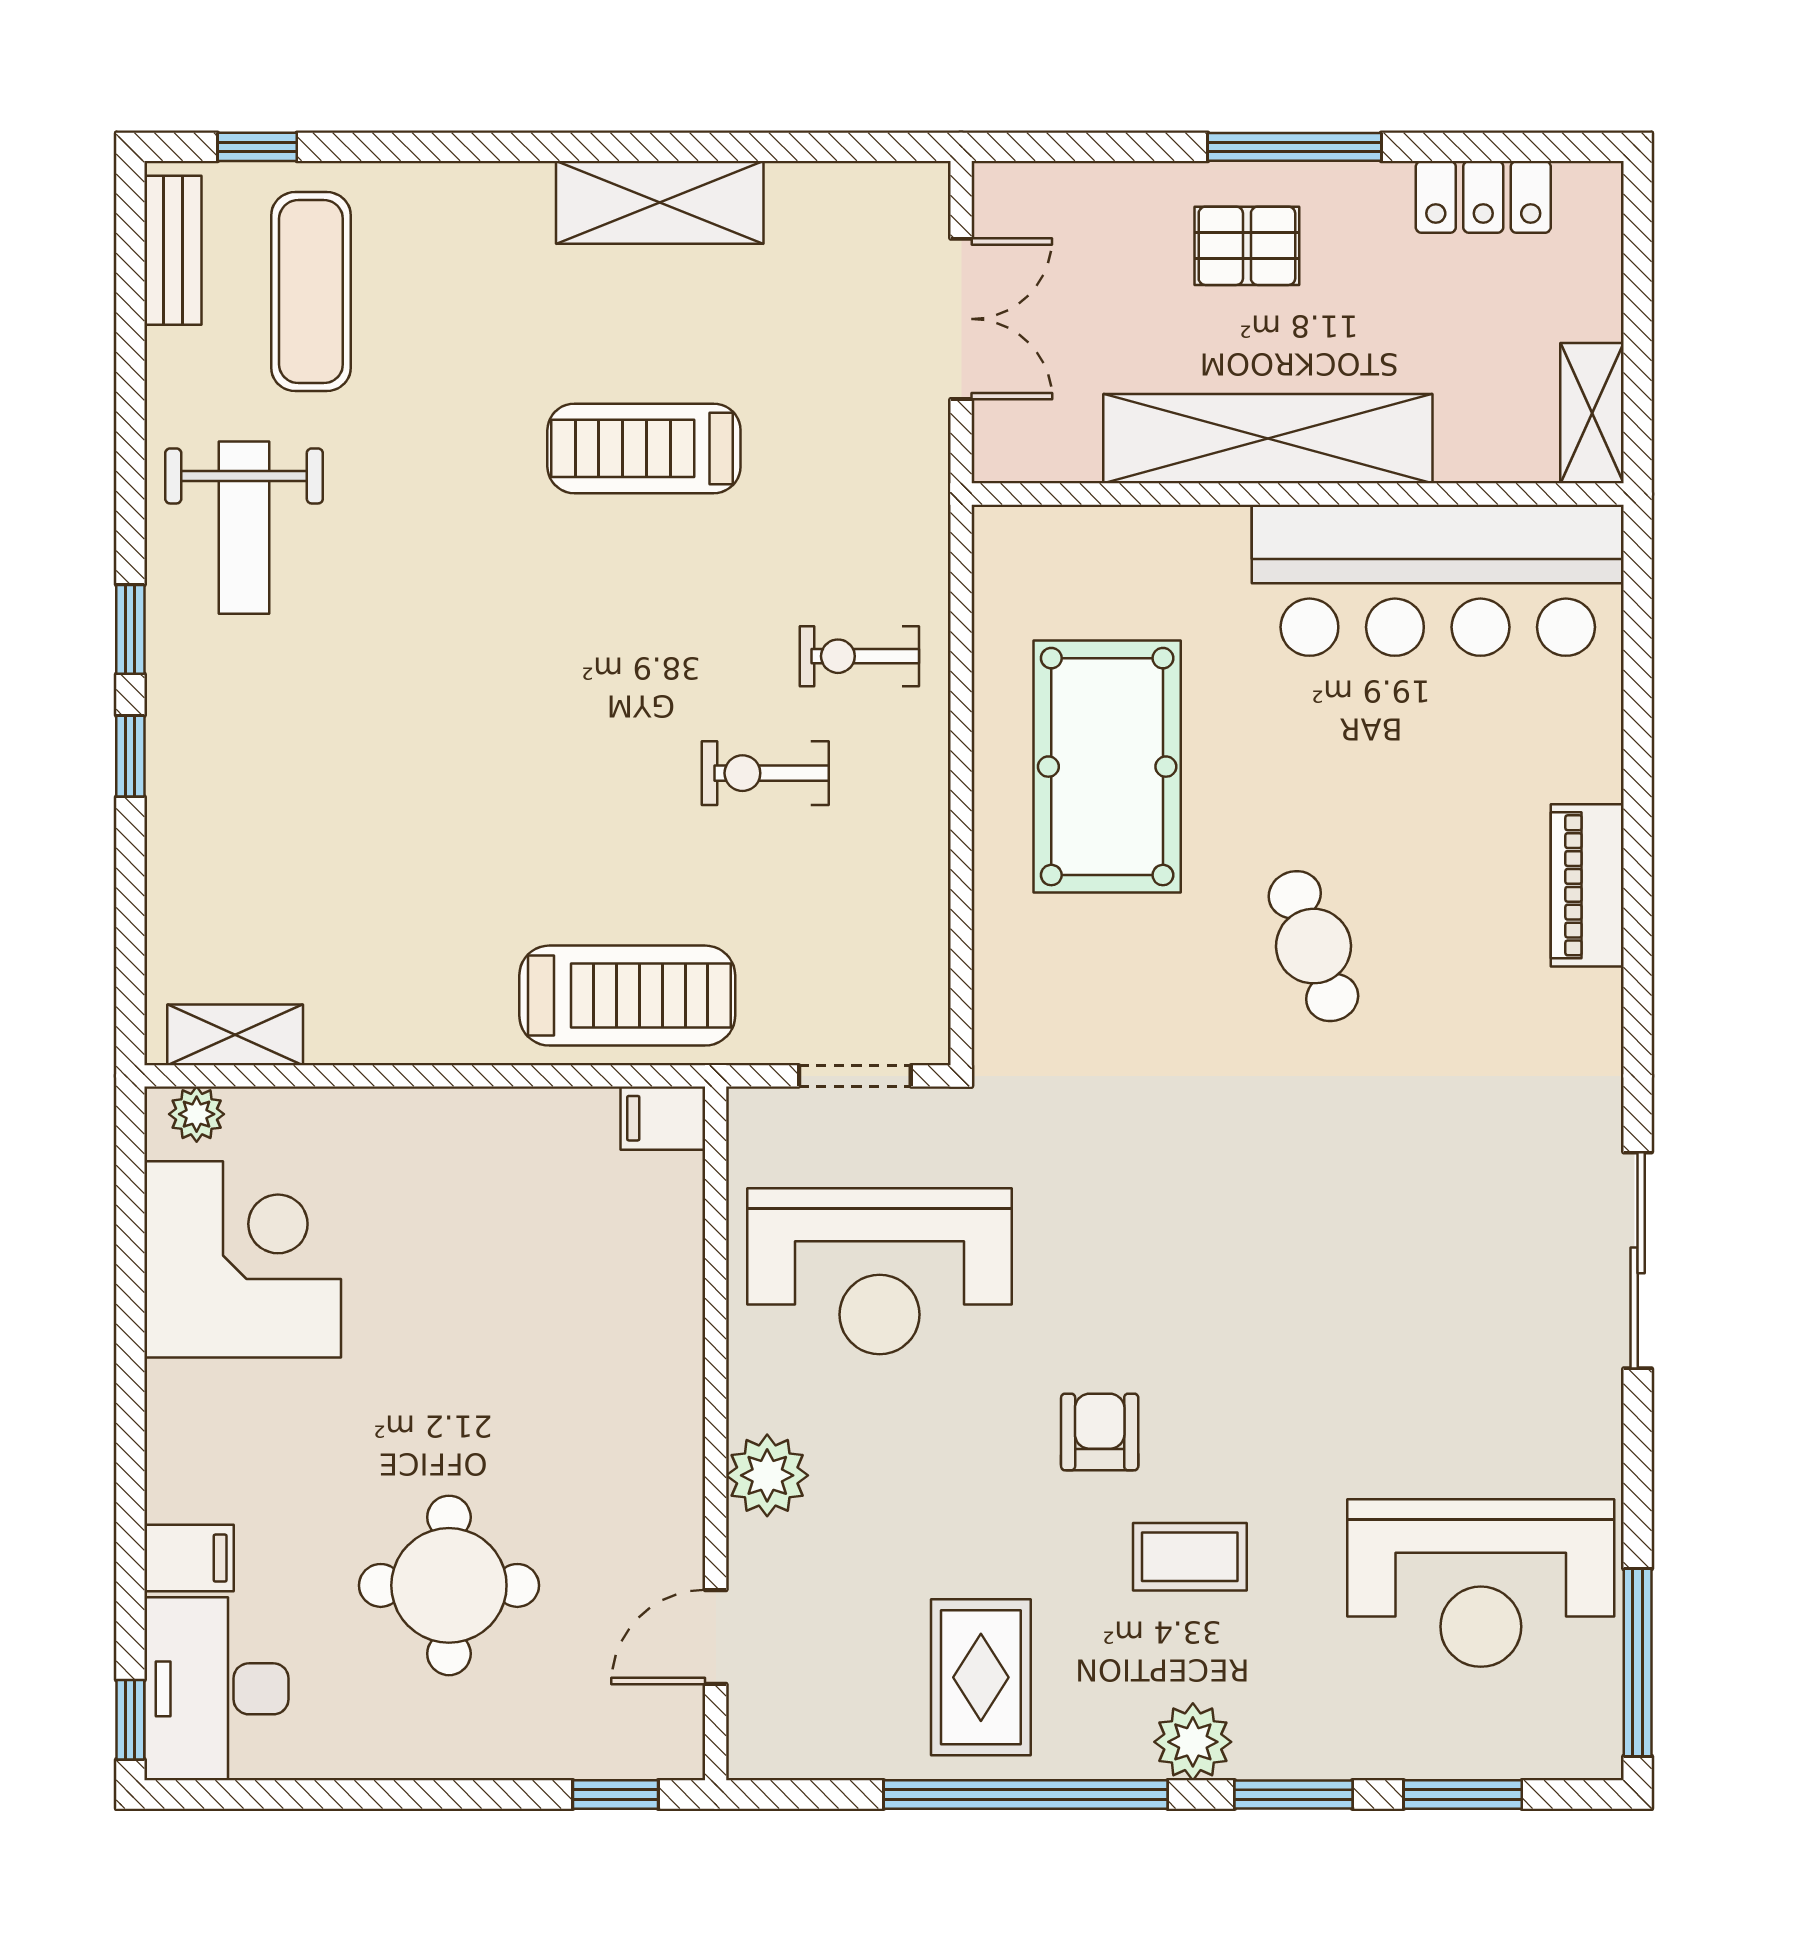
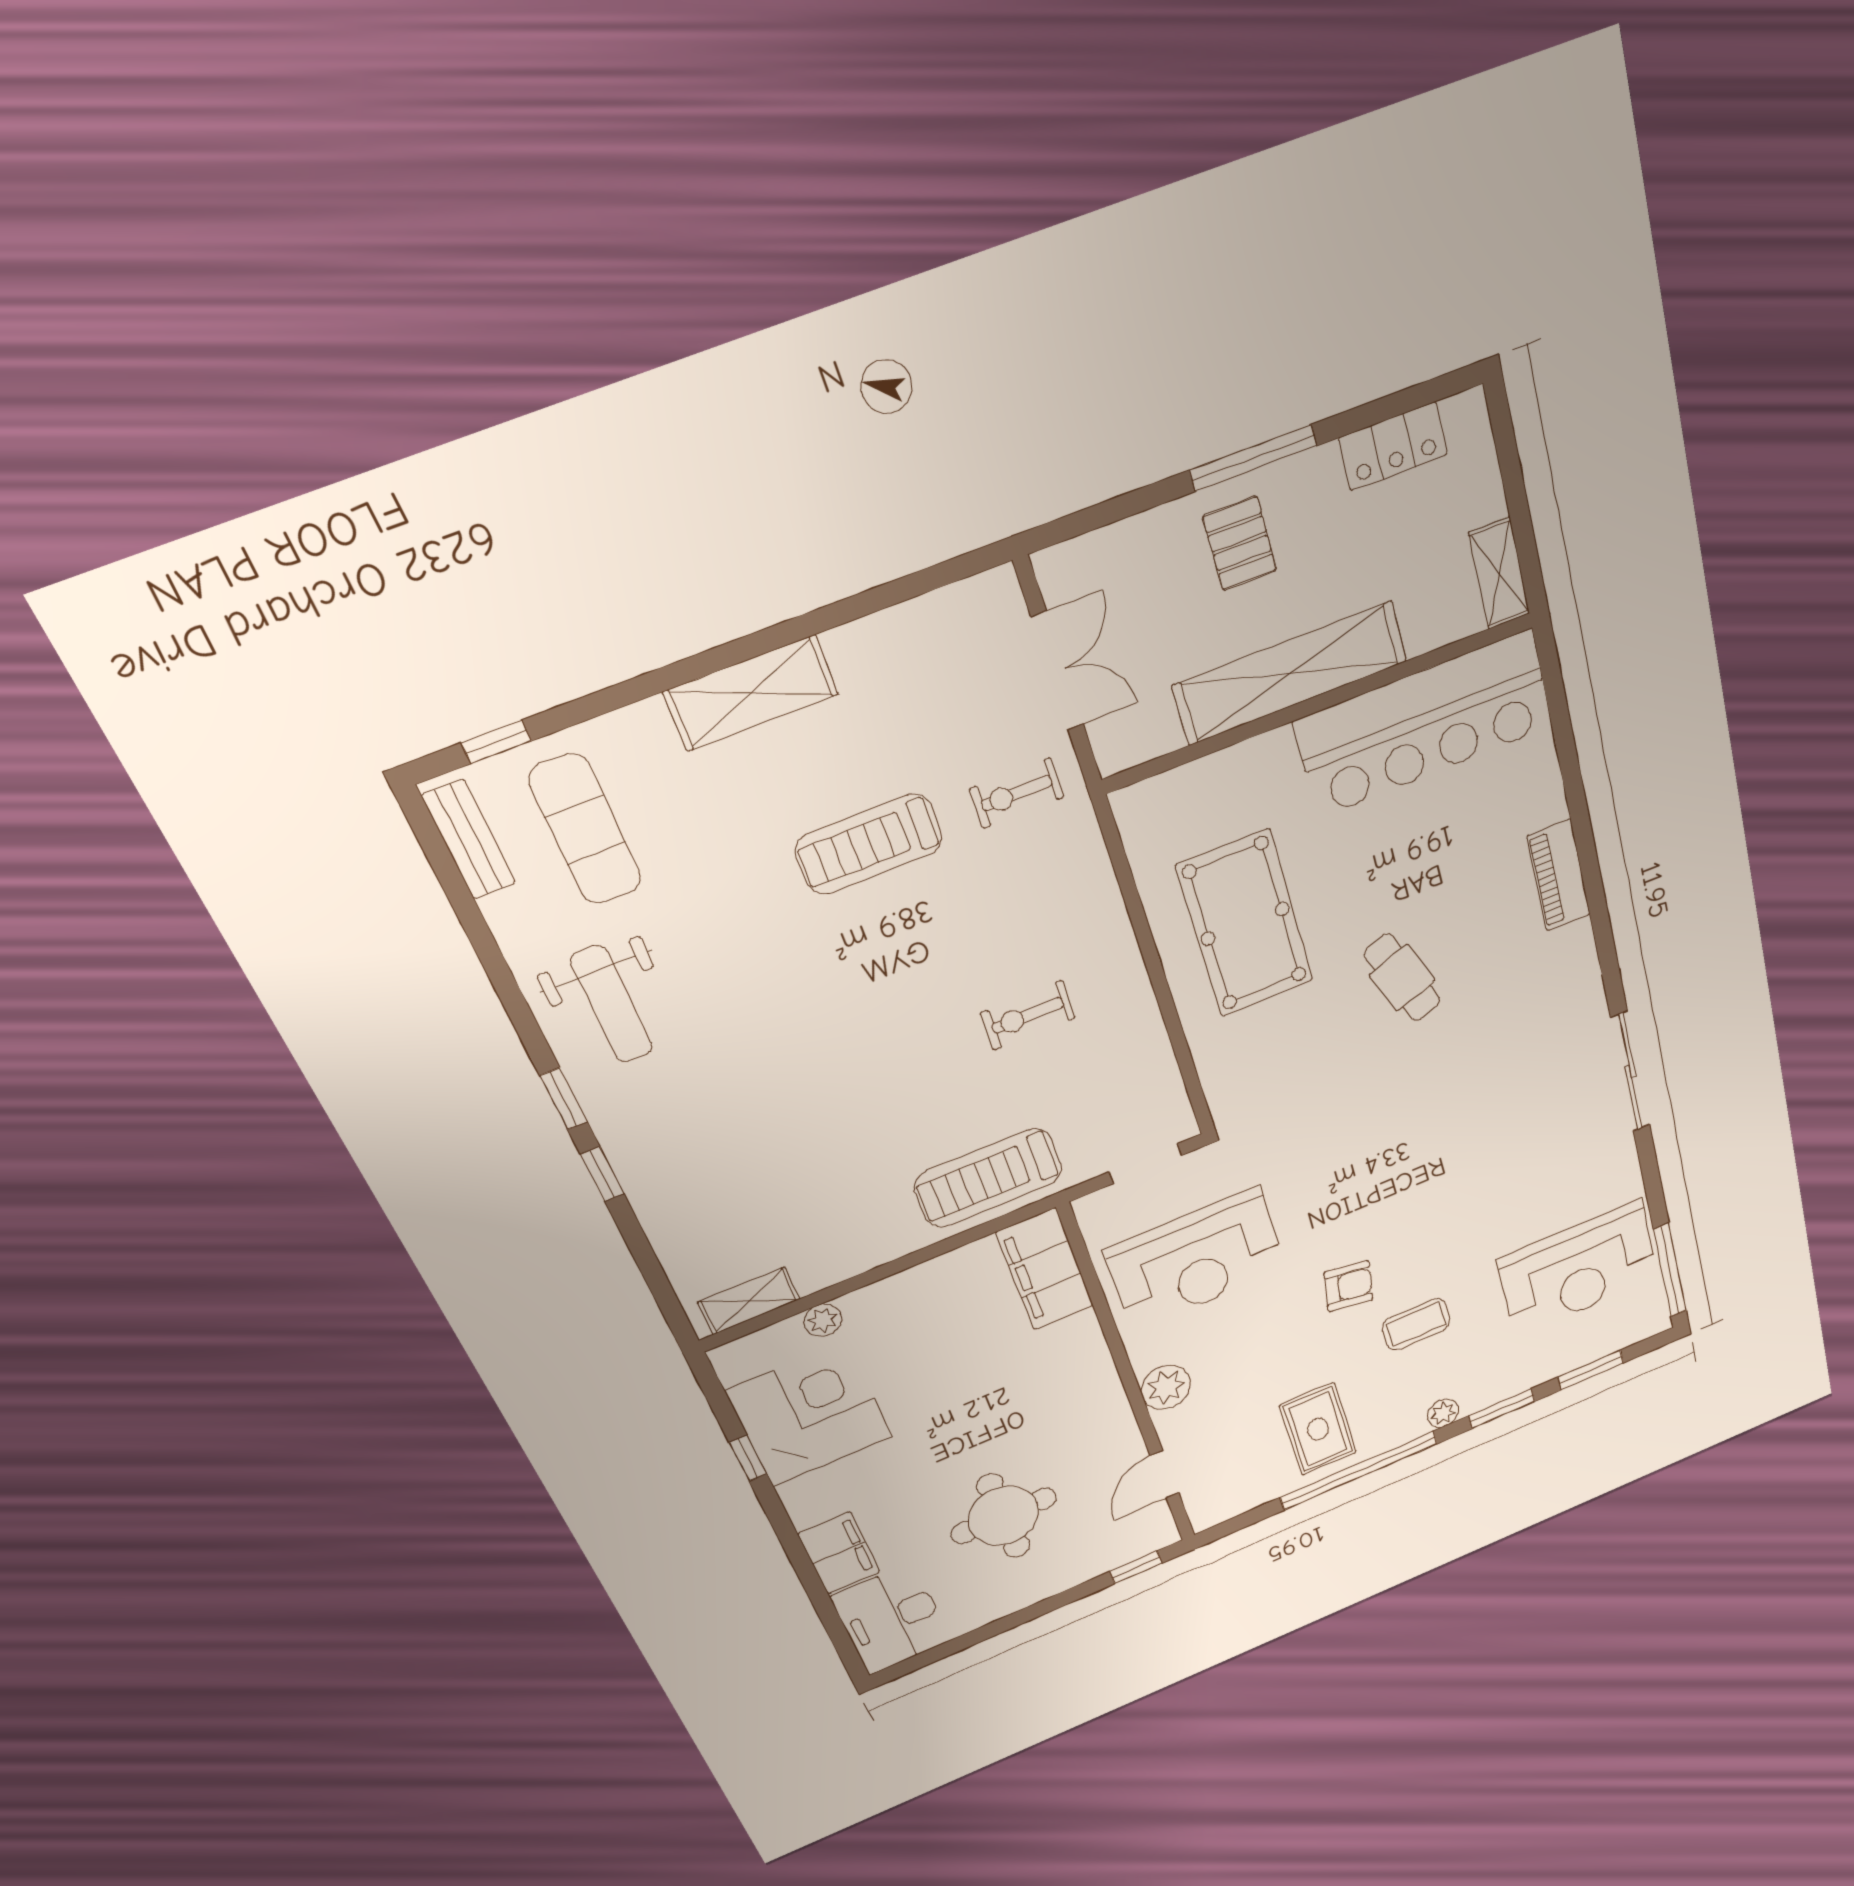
shelving: (660, 202) -> (751, 693), moved
pallet: (1247, 246) -> (1240, 543), turned 90
exercise bike: (859, 656) -> (1017, 793), moved
treadmill: (627, 996) -> (988, 1178), turned 180
plant: (197, 1114) -> (823, 1320), moved
filing cabinet: (663, 1118) -> (1045, 1269), width x3.00, depth x1.17
armchair: (1100, 1432) -> (1348, 1286), turned 99
filing cabinet: (189, 1558) -> (839, 1553), width x2.00
window: (130, 1720) -> (748, 1458), moved
plant: (1193, 1742) -> (1443, 1413), width x0.73, depth x0.73

